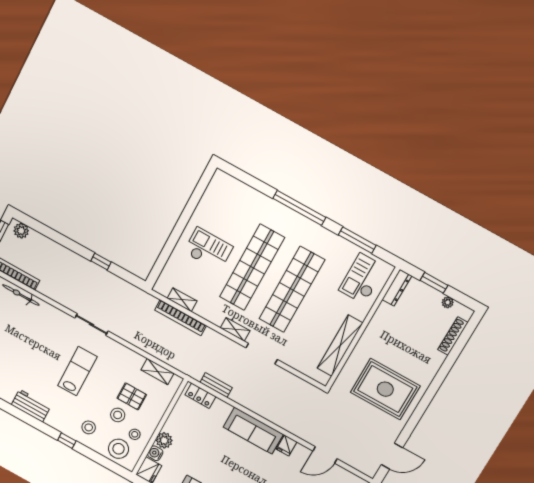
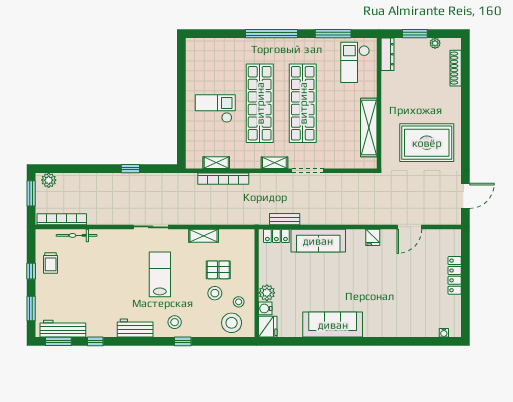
shelving: (157, 372) -> (204, 236), moved
stool: (89, 427) -> (175, 322), moved
sofa: (253, 431) -> (318, 241), moved

